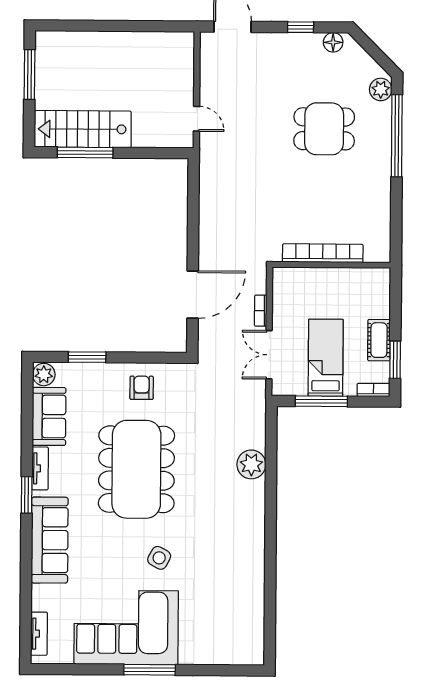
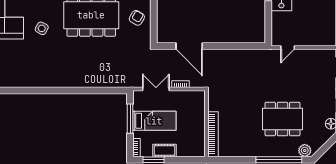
dining table: (324, 129) -> (282, 119), width x1.38
bookcase: (323, 253) -> (213, 134), moved
armchair: (142, 388) -> (137, 18), turned -60
plant: (251, 464) -> (94, 80), removed

